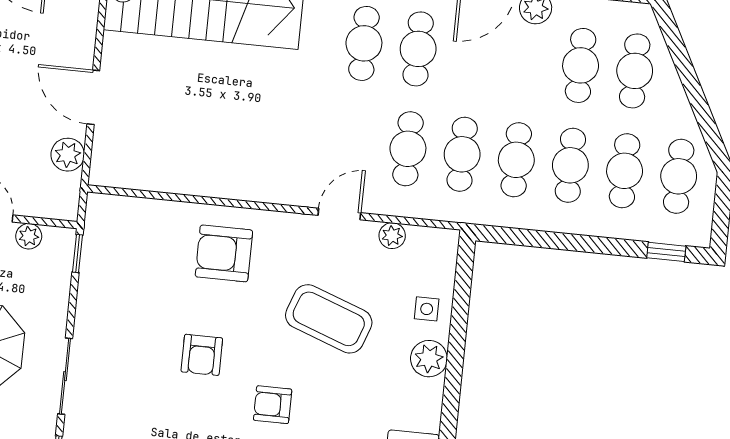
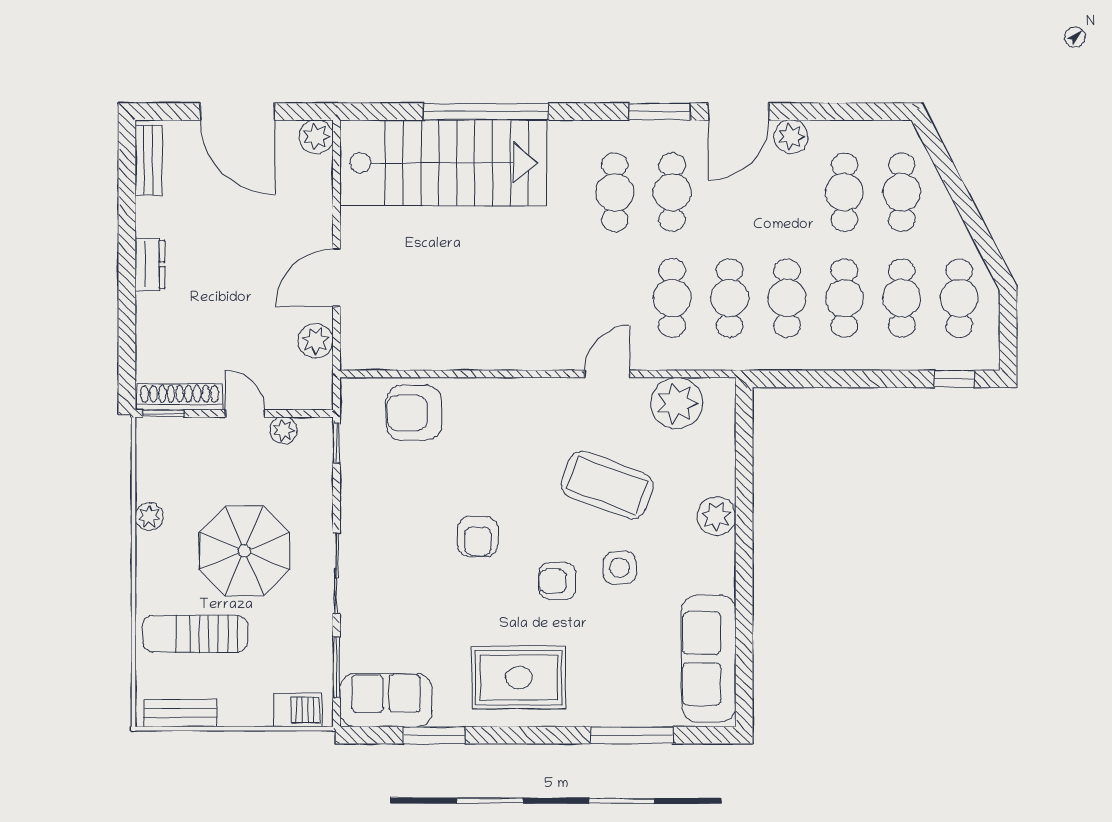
door: (93, 97) -> (336, 278), hinge flipped
plant: (392, 236) -> (677, 403), width x1.88, depth x1.88
armchair: (224, 253) -> (414, 413), moved
side table: (427, 309) -> (620, 568), moved, width x1.37, depth x1.37

